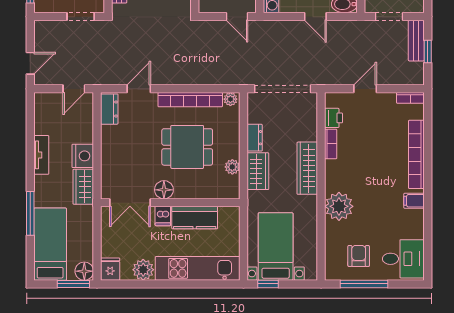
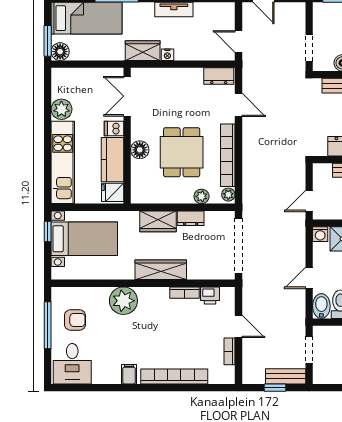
bookcase: (410, 98) -> (230, 351), moved
nightstand: (83, 156) -> (167, 55), width x0.53, depth x0.56
plant: (232, 167) -> (202, 196), moved
floor lamp: (164, 190) -> (140, 150), moved
fridge: (110, 269) -> (113, 192), moved, turned 180

